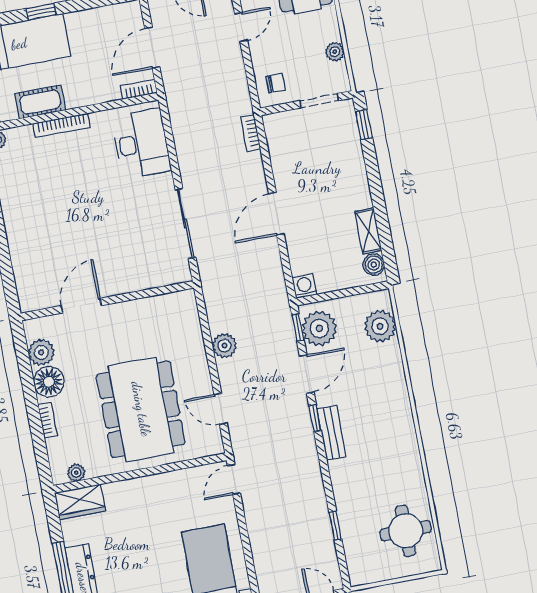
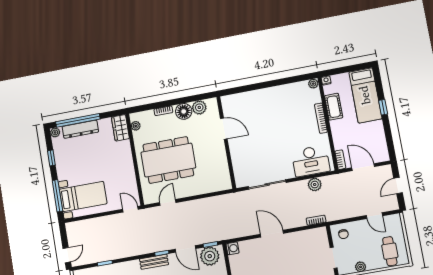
plant: (224, 346) -> (315, 185), moved

